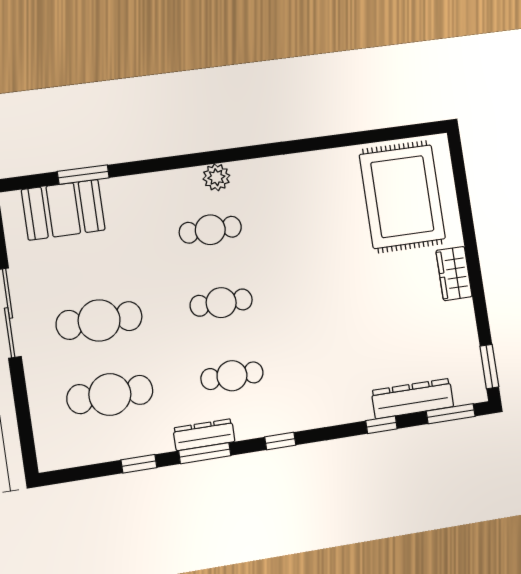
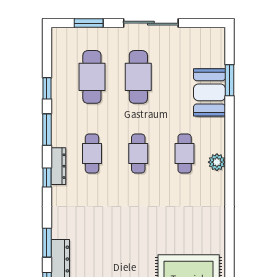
booth: (63, 210) -> (210, 92), moved
window: (23, 413) -> (89, 23), added
window: (381, 425) -> (47, 243), width x1.50
dresser: (204, 435) -> (58, 166), moved

